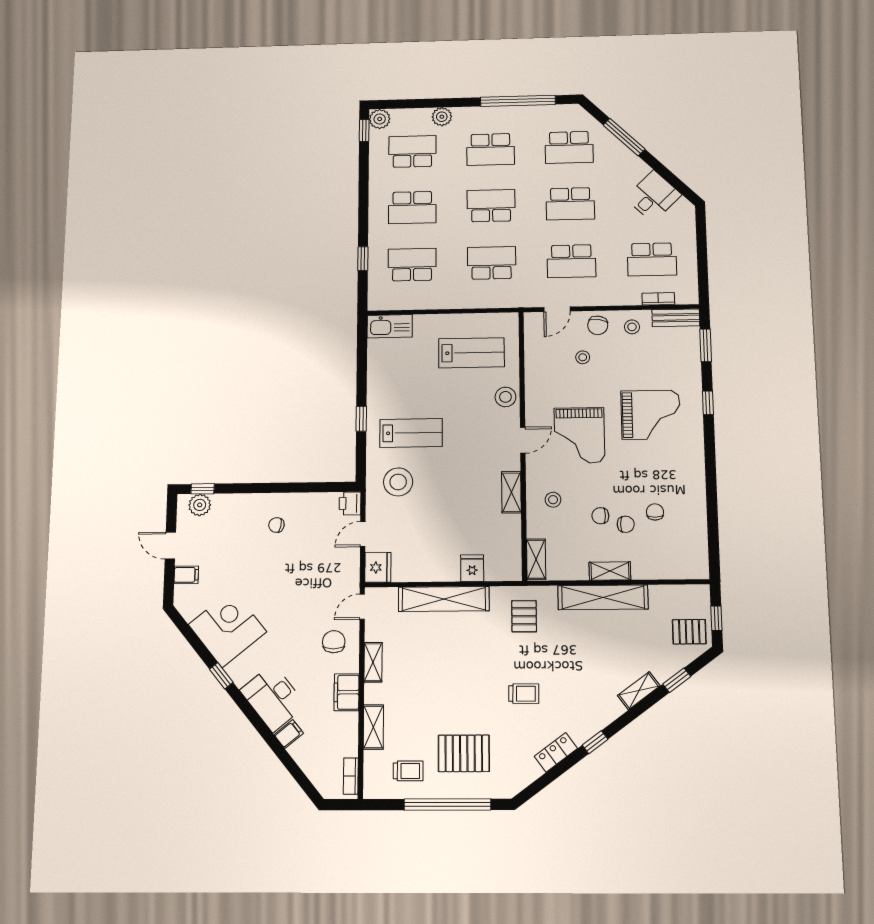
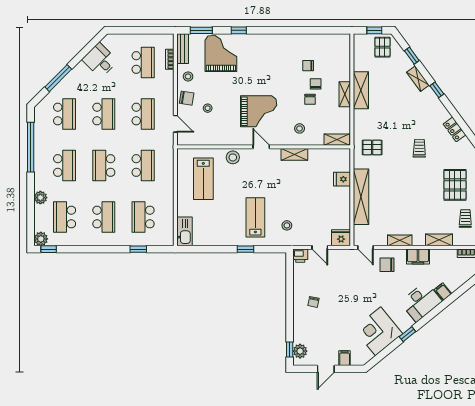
school desk: (492, 263) -> (143, 166), turned 180
lab bench: (471, 353) -> (203, 179), turned 180
grand piano: (651, 415) -> (221, 53), moved
stool: (398, 482) -> (287, 225), width x0.53, depth x0.53
shelving: (603, 597) -> (361, 90), width x0.68
window: (595, 742) -> (437, 90), moved

